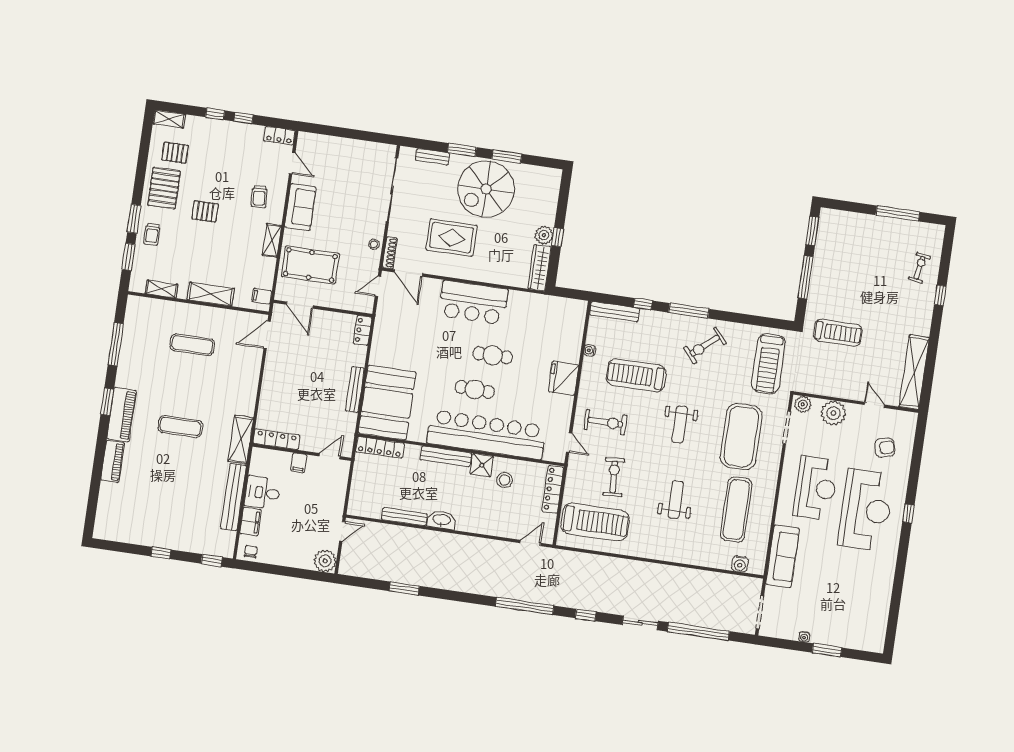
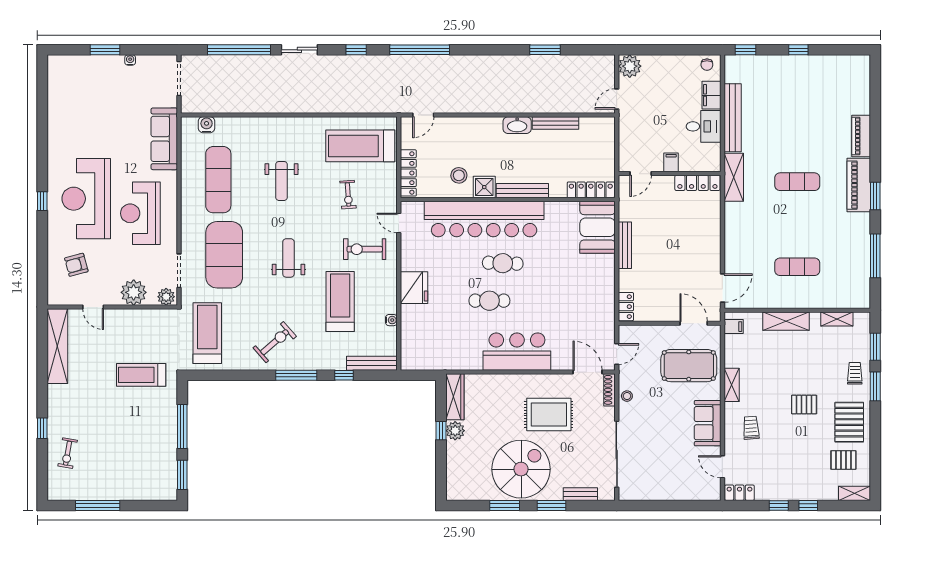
treadmill: (636, 375) -> (340, 302), turned -90
booth: (387, 403) -> (598, 227), width x0.73, depth x0.70
exercise bike: (614, 477) -> (348, 195), width x0.73, depth x0.72

